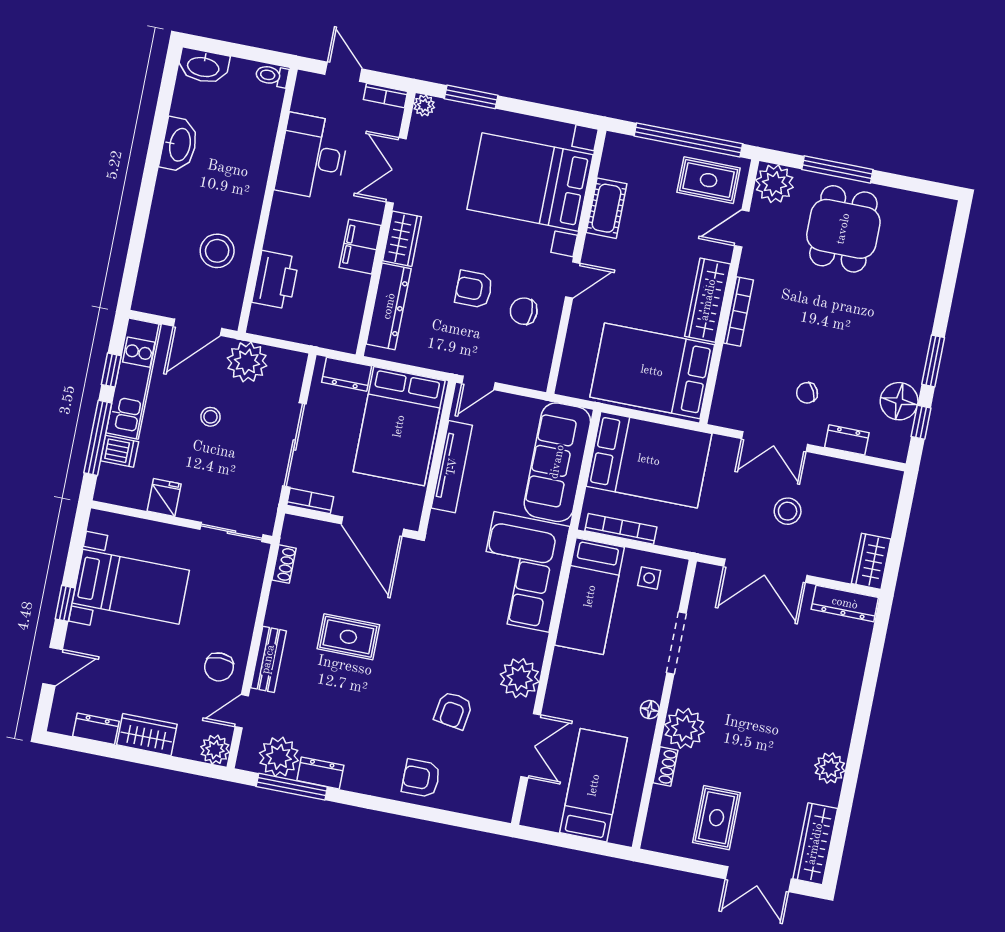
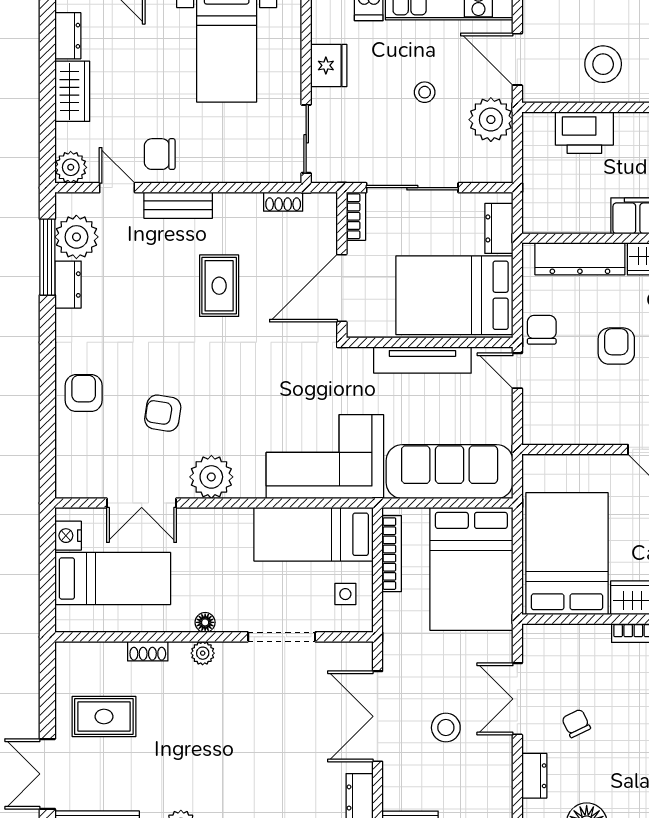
chair: (524, 311) -> (542, 330), moved
fridge: (164, 497) -> (329, 65), width x1.38
plant: (684, 728) -> (203, 653), width x0.53, depth x0.53
nightstand: (547, 818) -> (68, 536), added

